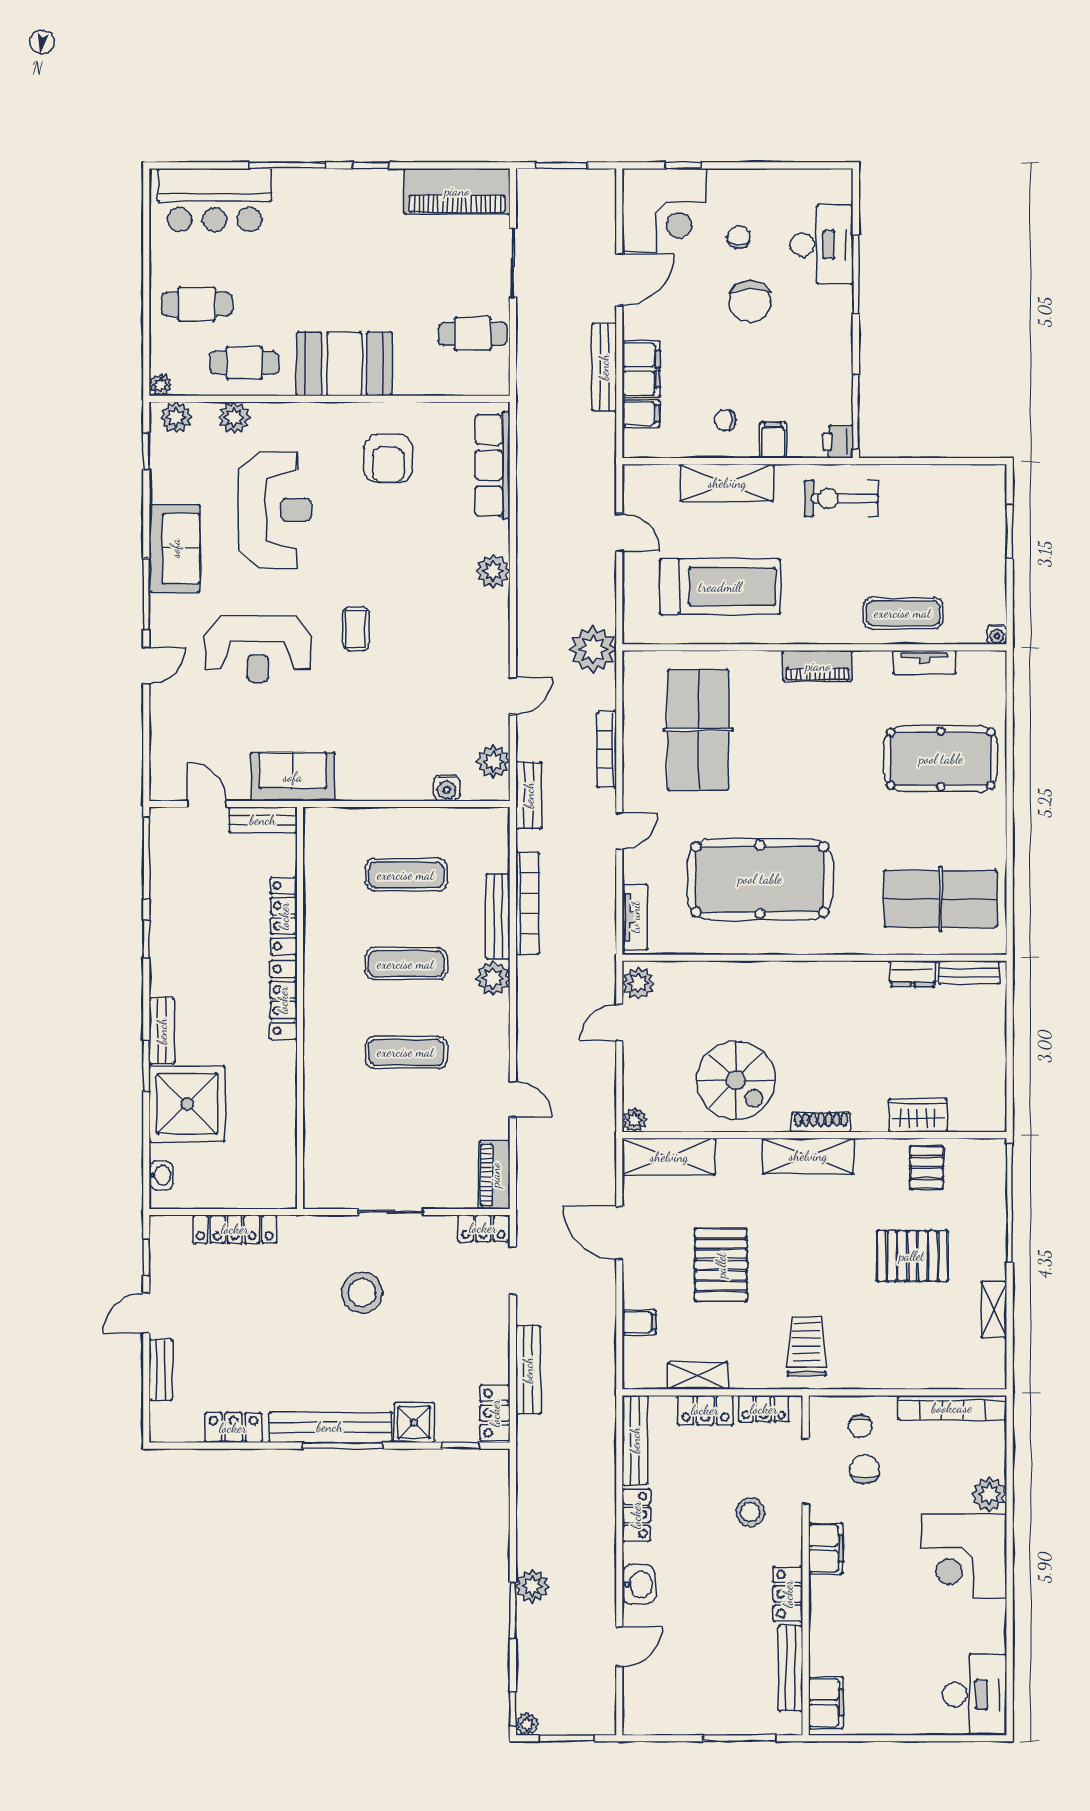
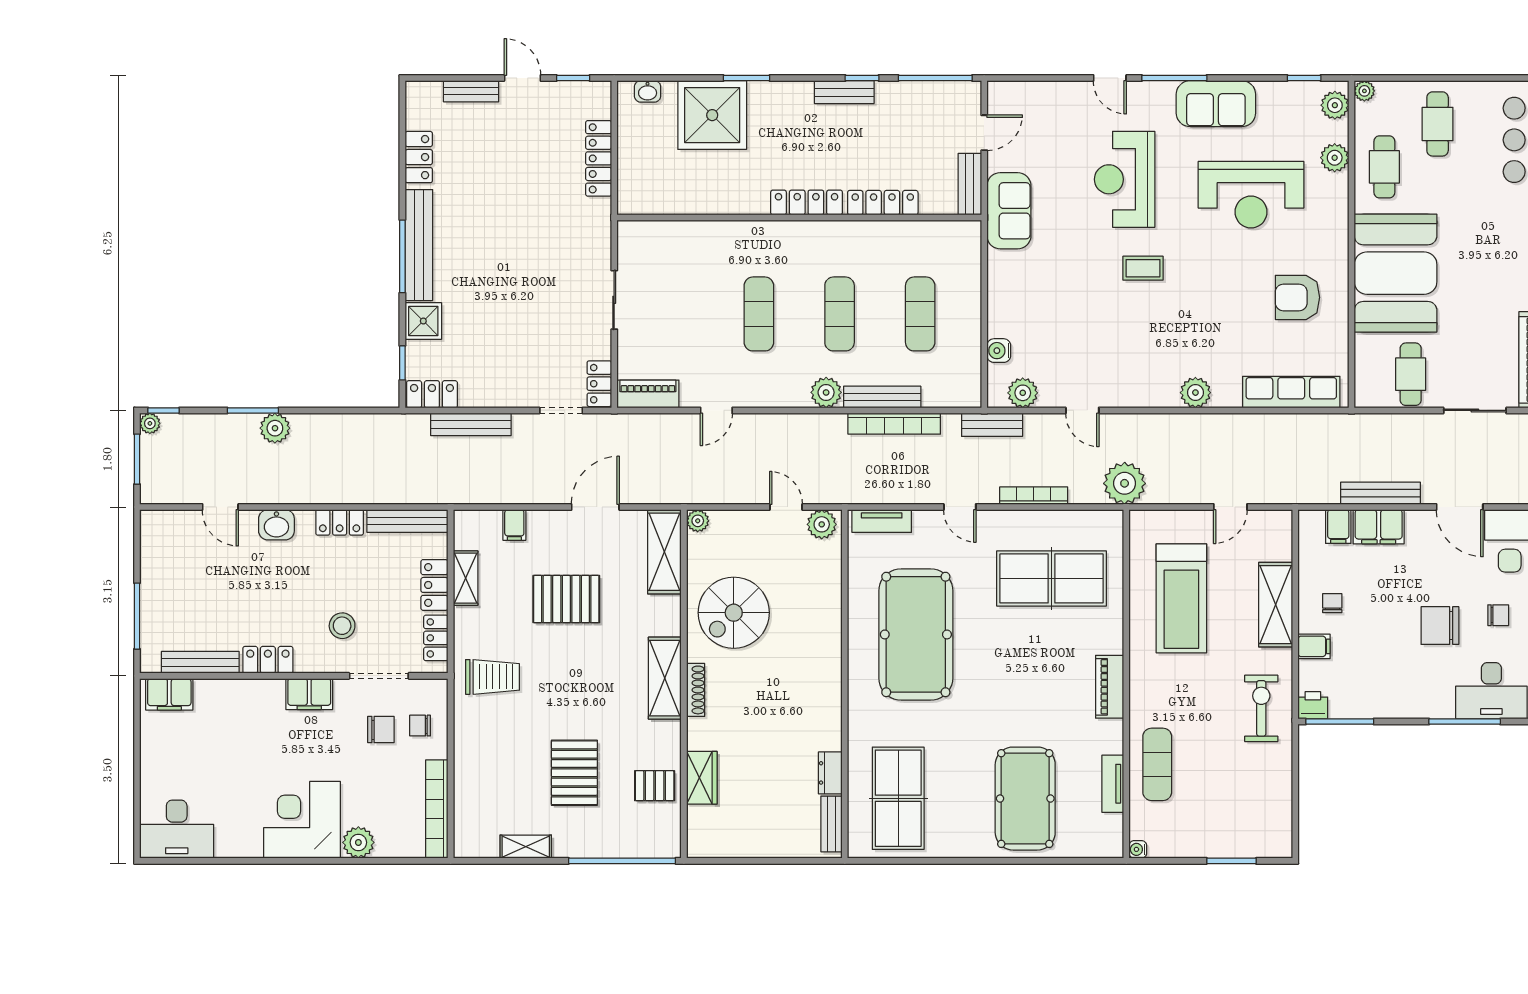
booth: (344, 364) -> (1396, 273), width x1.36, depth x1.42
bench: (162, 1031) -> (844, 92), moved
stool: (362, 1292) -> (541, 274), removed

